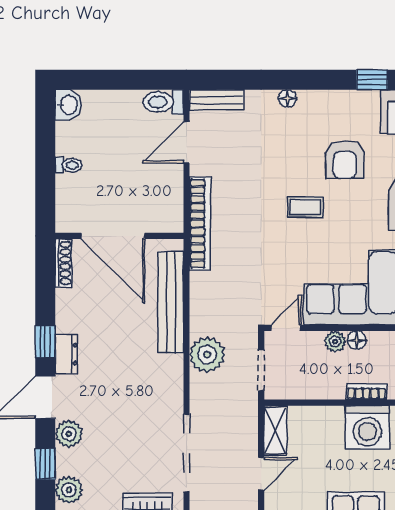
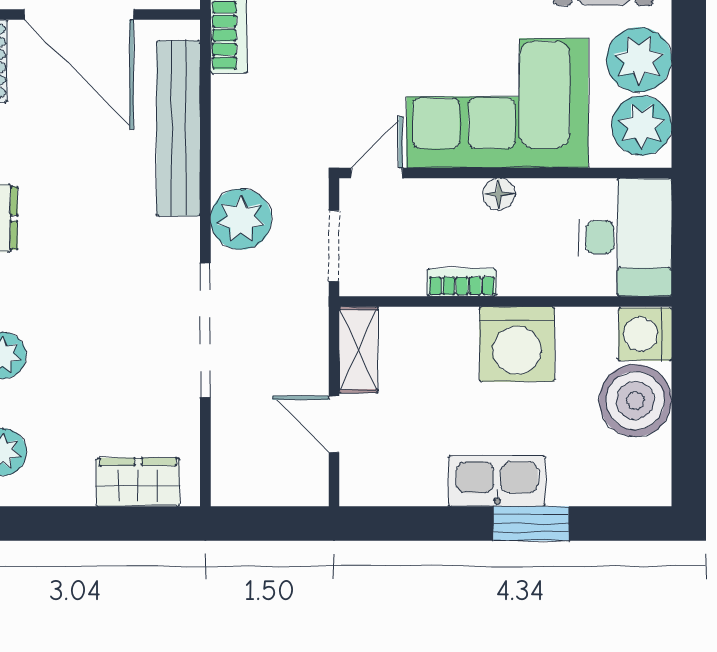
plant: (335, 341) -> (461, 196), removed
bookcase: (366, 392) -> (462, 283), moved
doorway: (186, 453) -> (205, 330), moved
door: (261, 474) -> (334, 424), swing flipped

